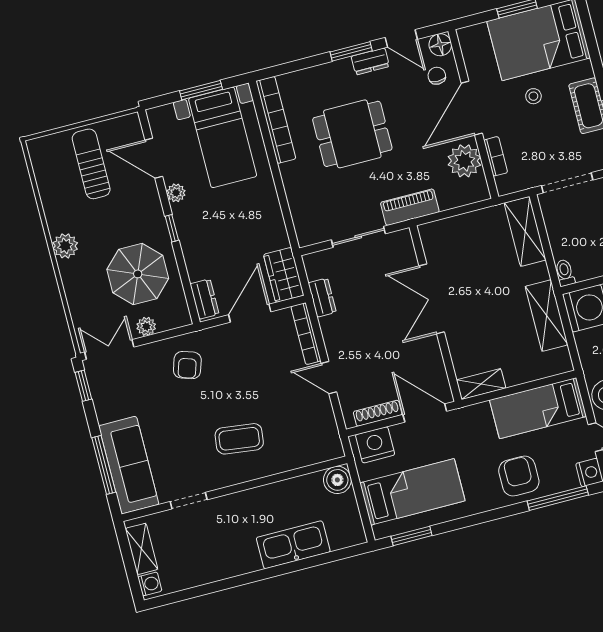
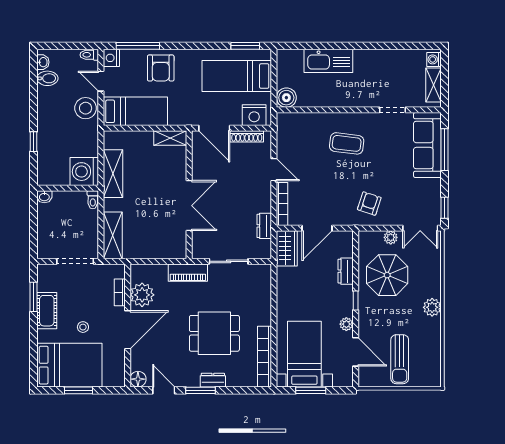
dresser: (370, 61) -> (213, 380), moved
chair: (437, 76) -> (146, 358), removed
dresser: (205, 299) -> (346, 271), moved

